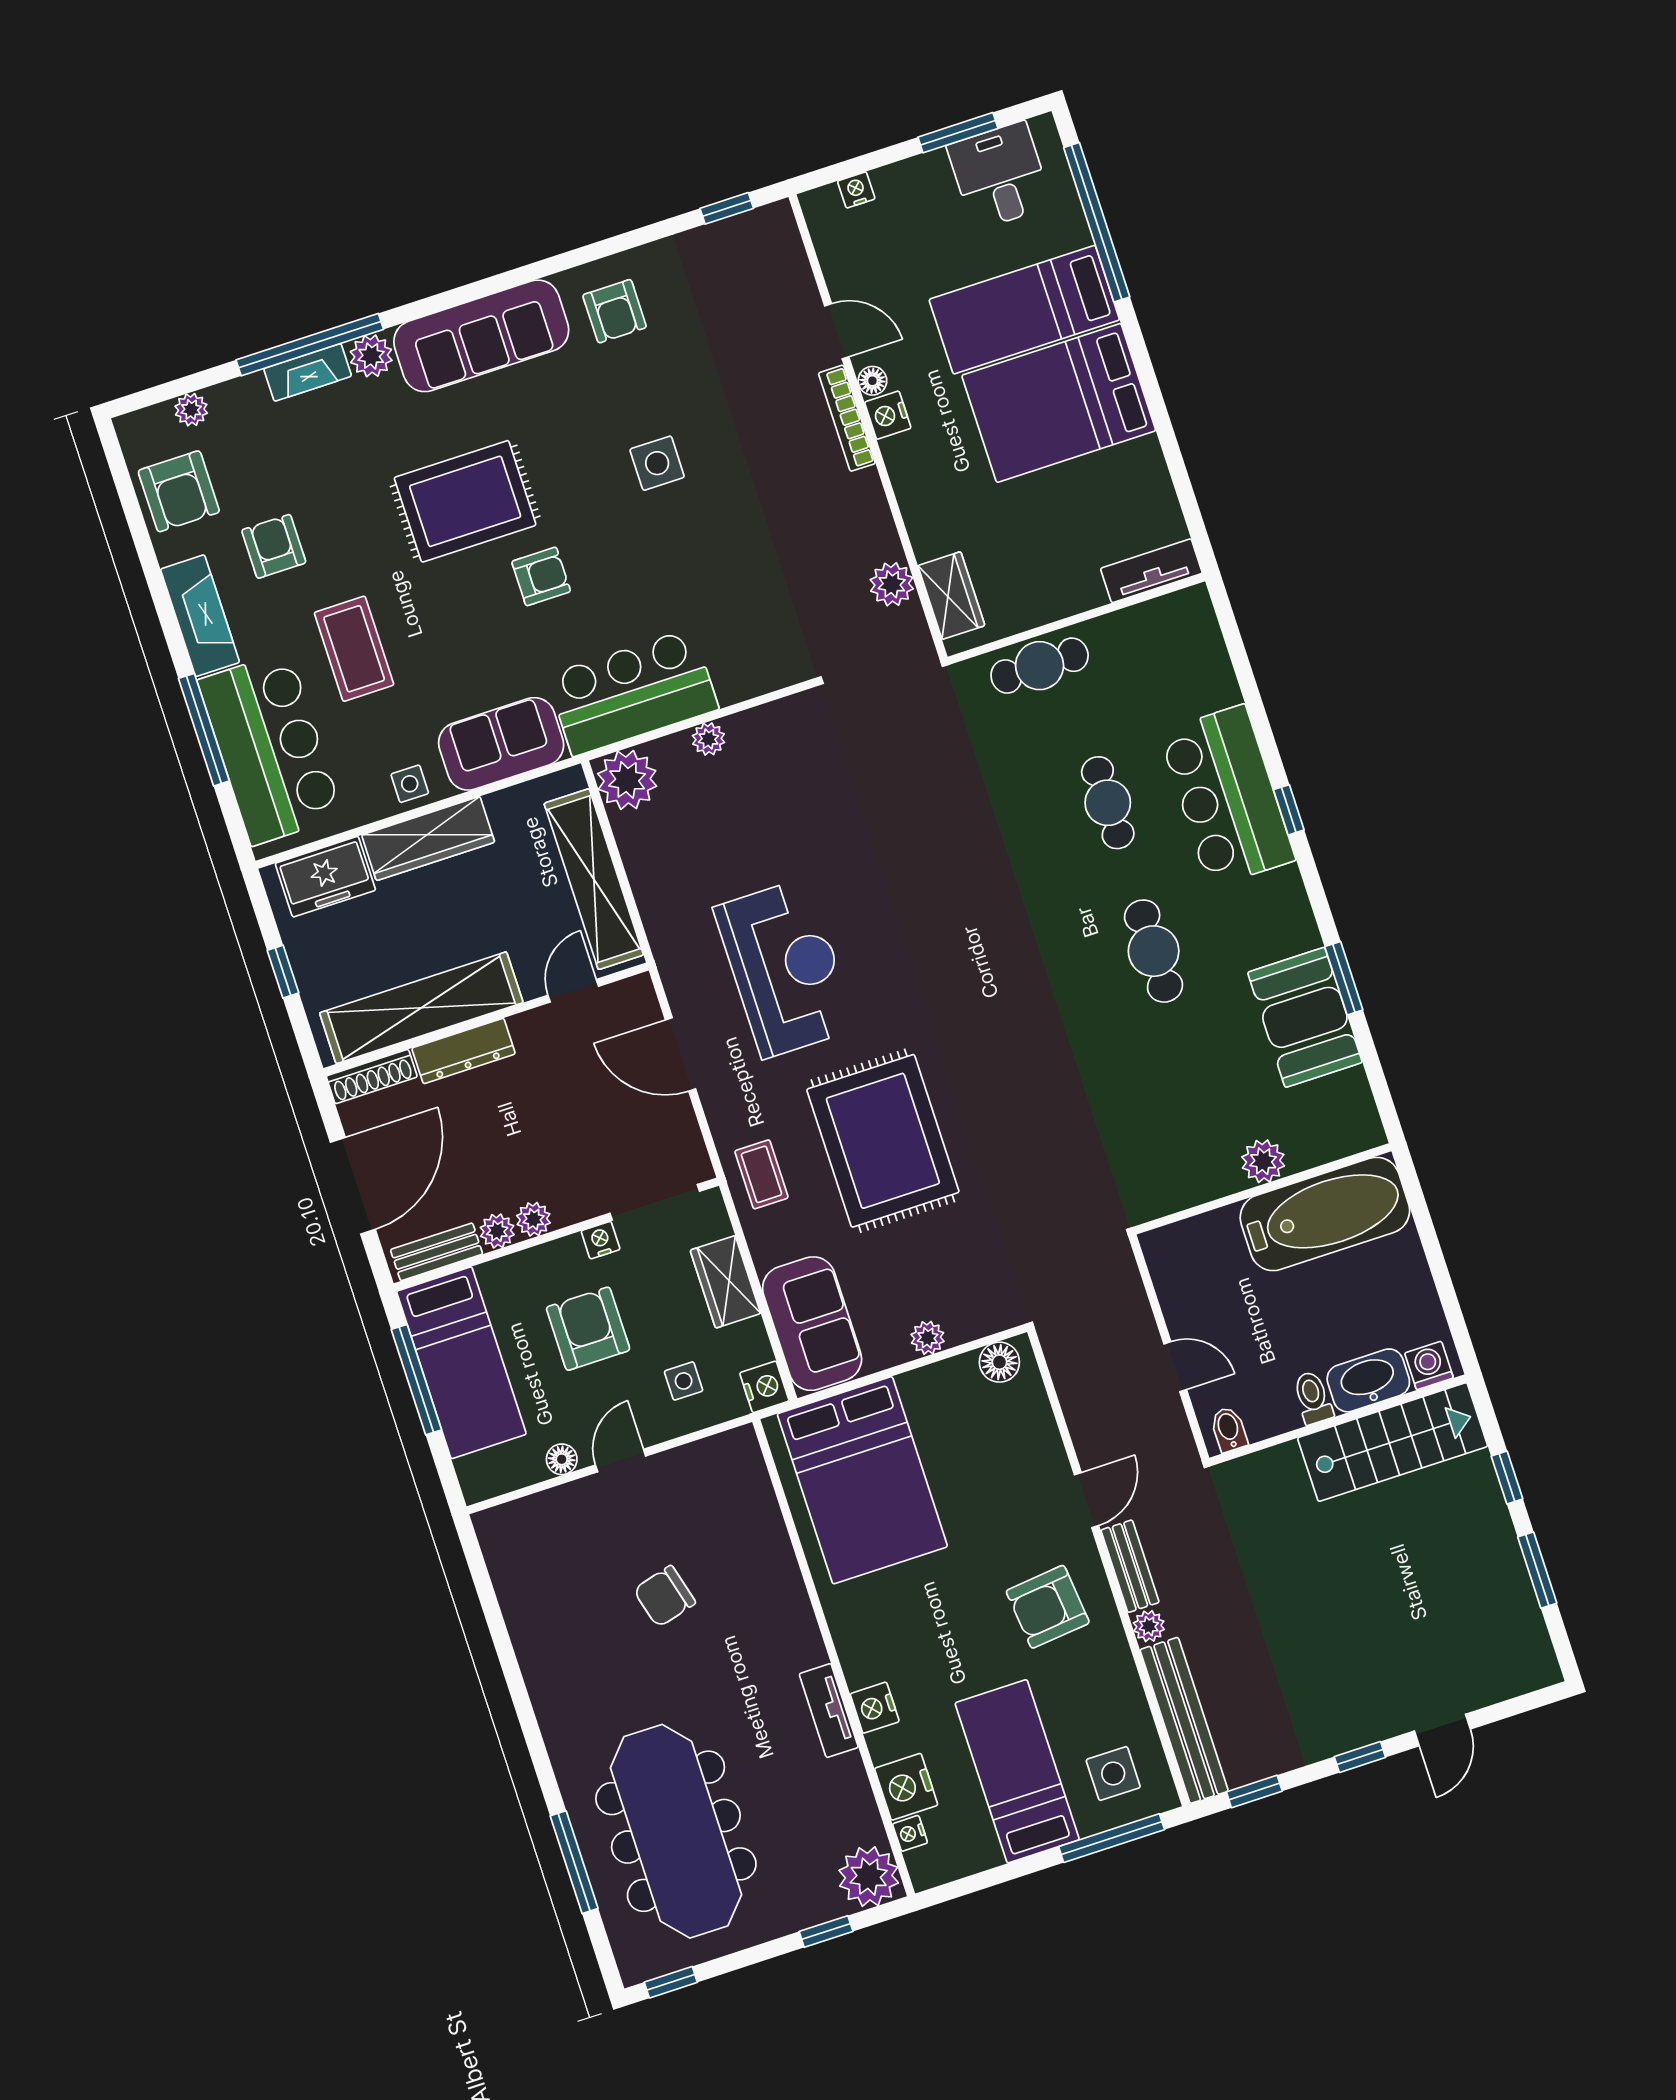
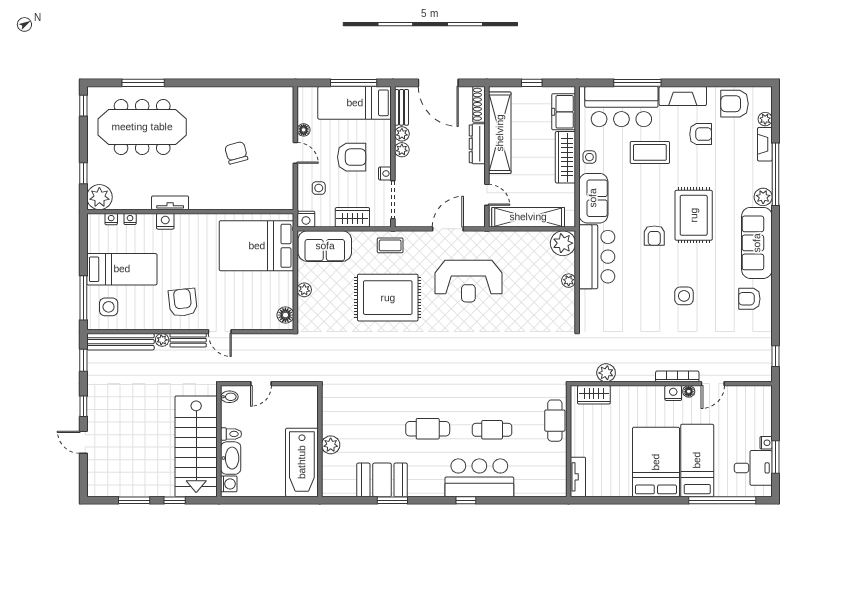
nightstand: (856, 190) -> (766, 443), moved
fireplace: (308, 372) -> (765, 144), moved
stairs: (1393, 1442) -> (196, 446), width x1.36, depth x1.51
nightstand: (906, 1787) -> (130, 219), width x0.53, depth x0.56

